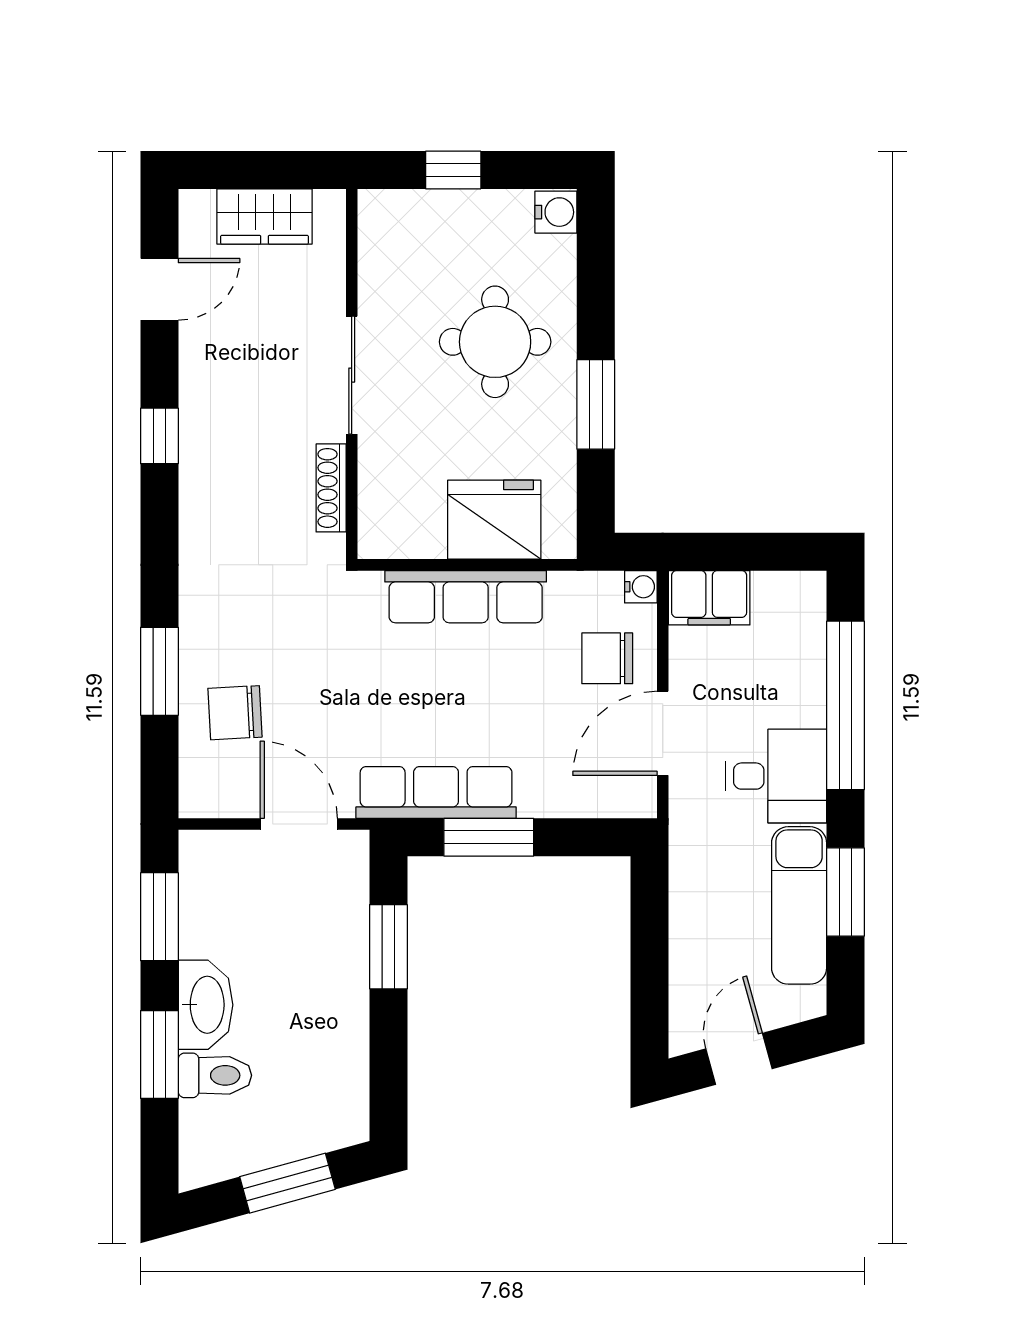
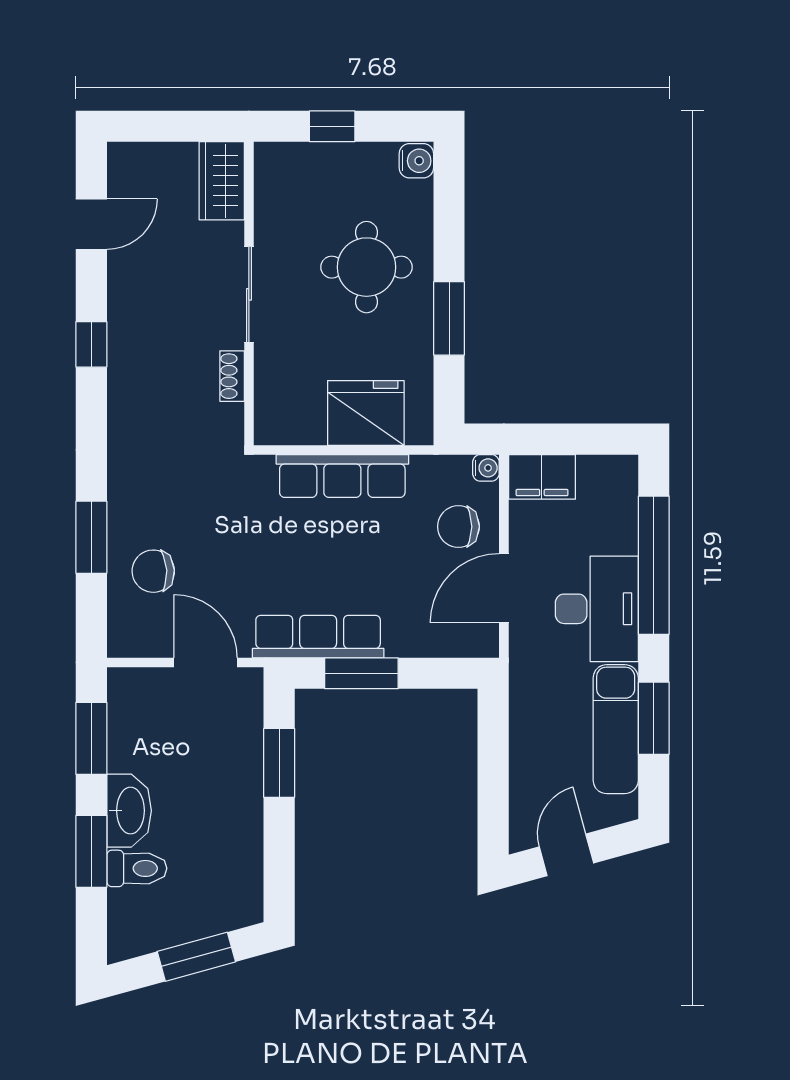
wardrobe: (265, 216) -> (222, 181), moved, turned 90
shoe rack: (331, 488) -> (232, 376), width x0.70
desk: (776, 776) -> (597, 609), width x1.37

